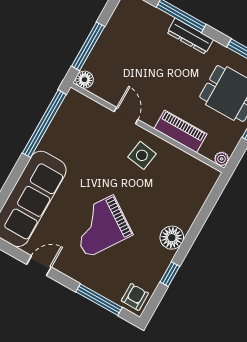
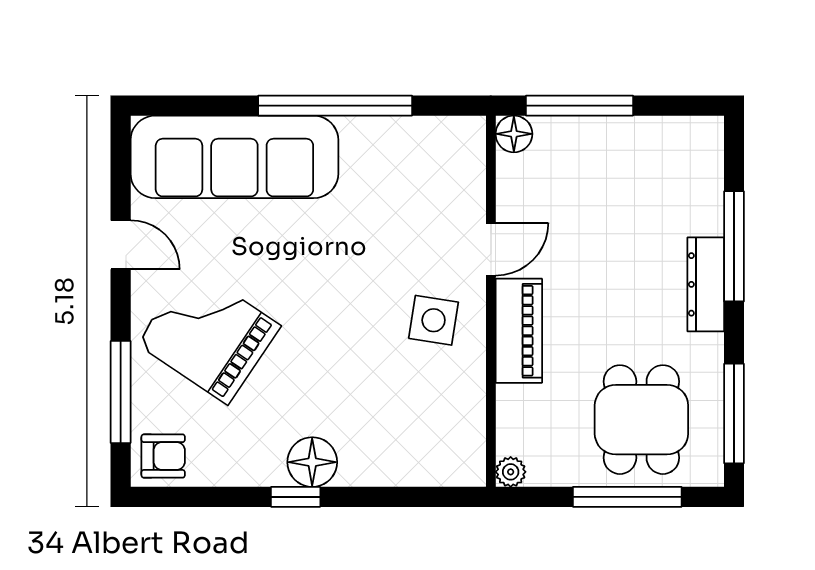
window: (44, 124) -> (335, 106), moved
piano: (180, 131) -> (519, 331), moved
grand piano: (100, 226) -> (209, 335), moved
window: (170, 274) -> (296, 497), moved

